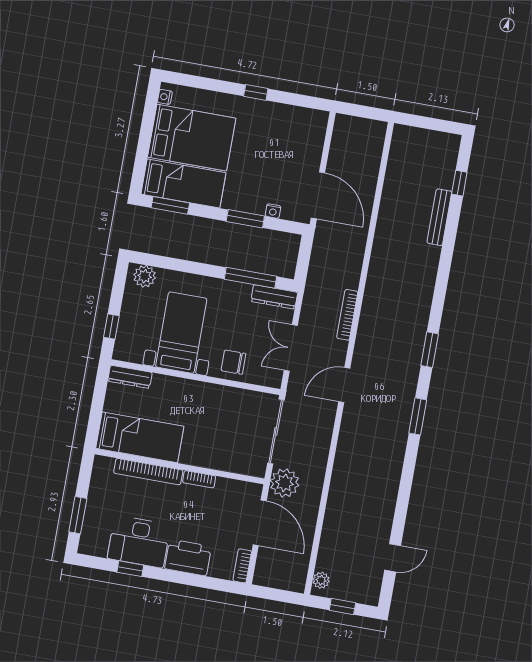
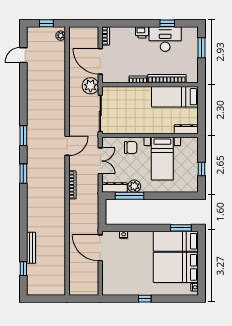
window: (245, 219) -> (138, 228), removed
plant: (145, 276) -> (134, 186), moved
window: (111, 326) -> (202, 169), moved
printer: (188, 558) -> (142, 32), width x0.53, depth x0.68

